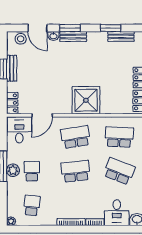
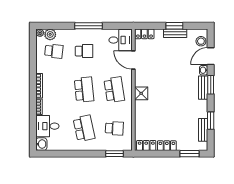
shower: (86, 100) -> (141, 93), width x0.54, depth x0.54
school desk: (119, 137) -> (114, 128), width x0.54
plant: (13, 170) -> (50, 34), moved
school desk: (119, 171) -> (84, 128), turned -33

